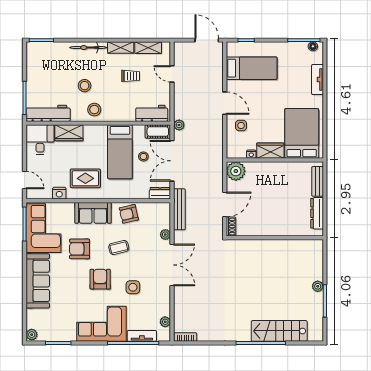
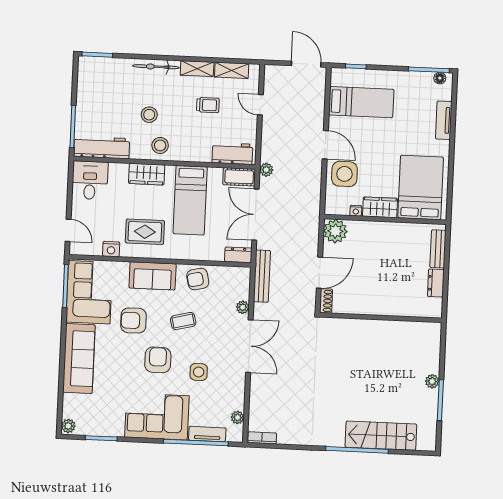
side table: (241, 125) -> (344, 174), width x1.87, depth x1.87
wardrobe: (69, 133) -> (147, 174), moved
stool: (143, 156) -> (219, 207), removed
dresser: (317, 213) -> (436, 283), width x0.70

